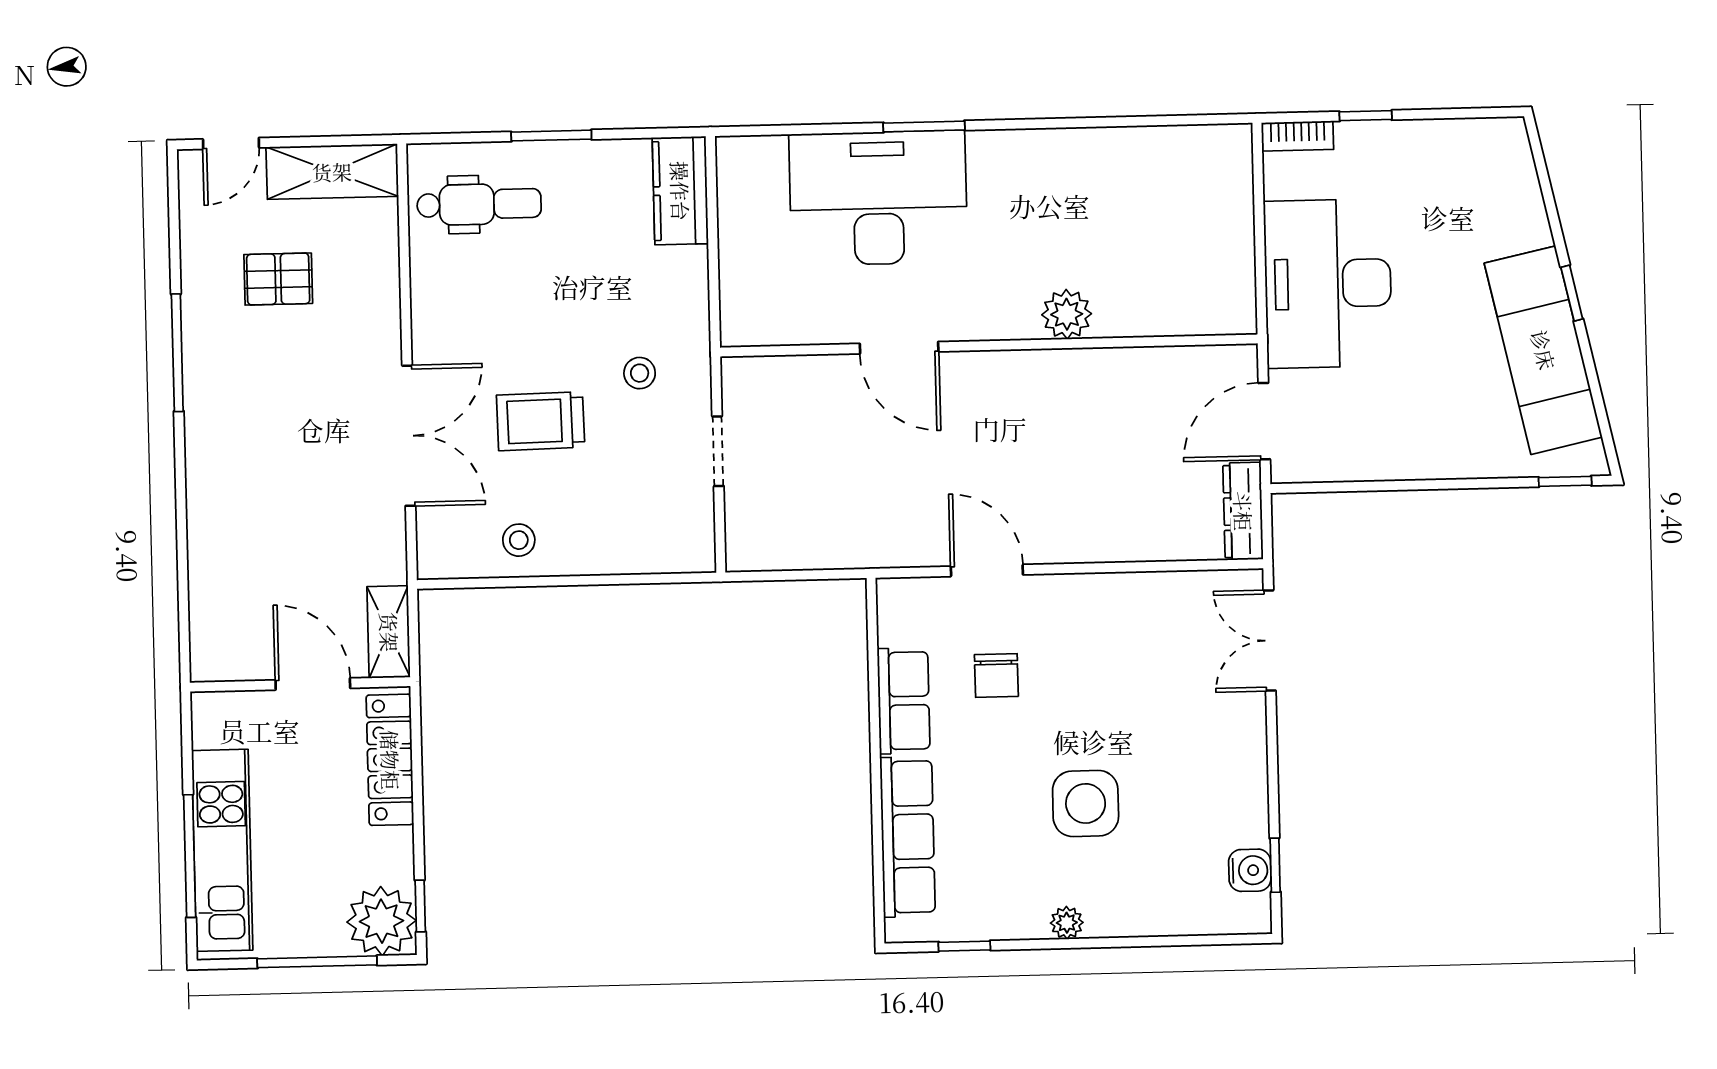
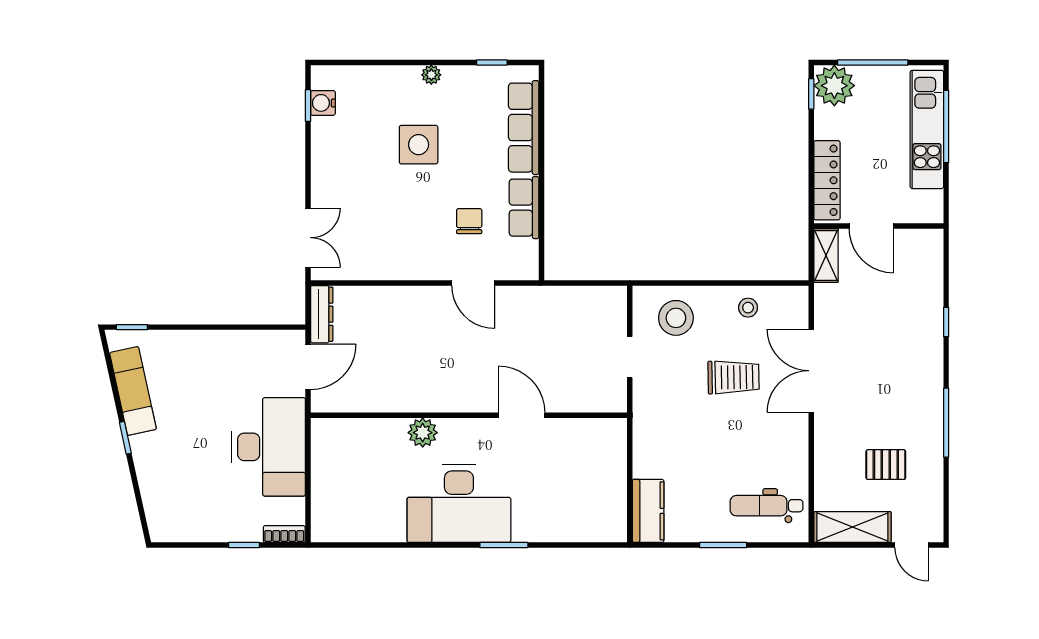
door: (231, 143) -> (912, 545), swing flipped
desk: (878, 198) -> (459, 504), moved
exam couch: (1543, 350) -> (133, 391), width x0.73, depth x0.69
stool: (640, 373) -> (676, 318), moved, width x1.89, depth x1.89
window: (182, 524) -> (946, 322), added

